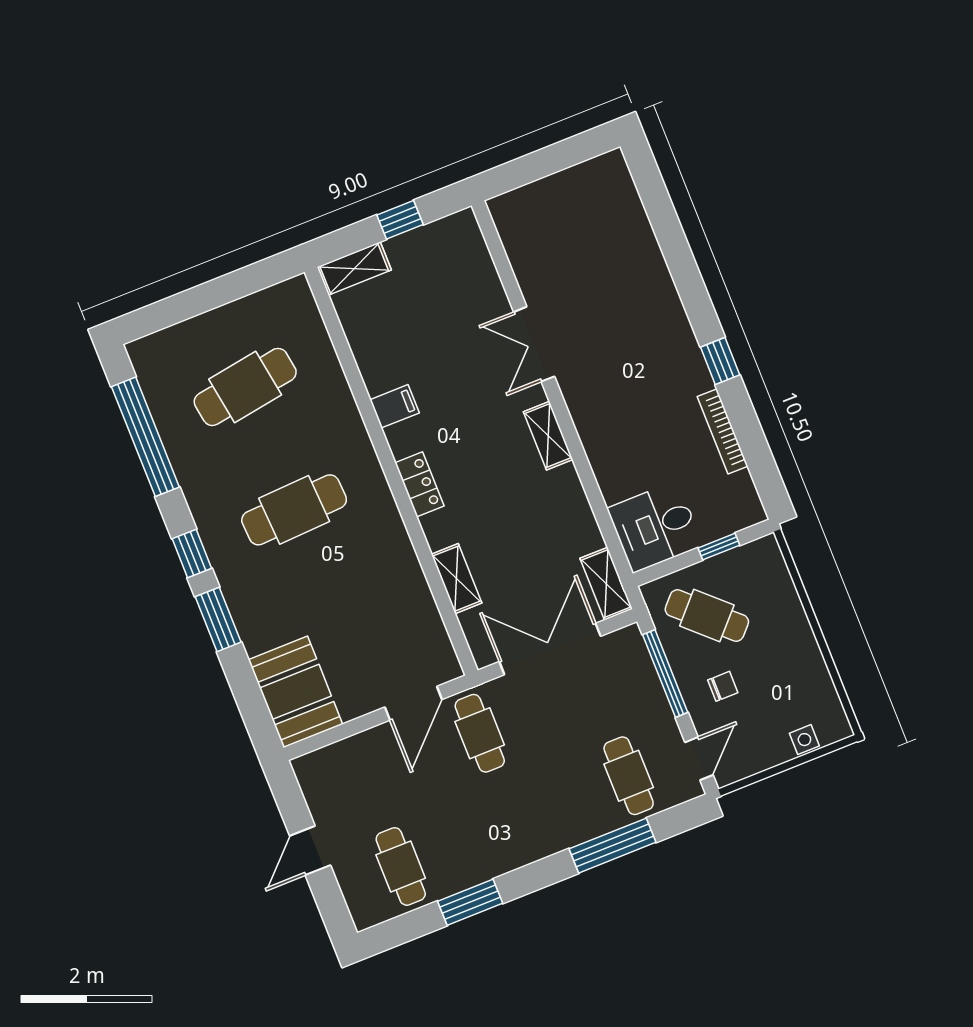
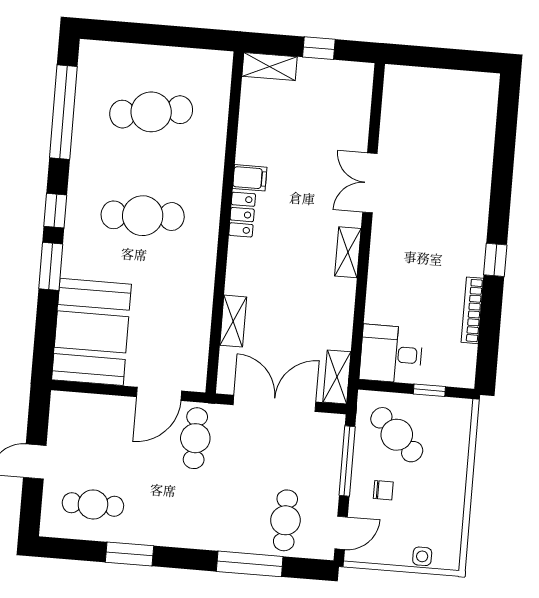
locker: (419, 484) -> (242, 215), moved
booth: (295, 692) -> (92, 332), width x1.36, depth x1.42
cafe table: (401, 866) -> (93, 504), turned 90

